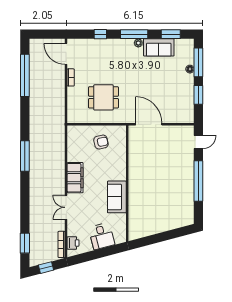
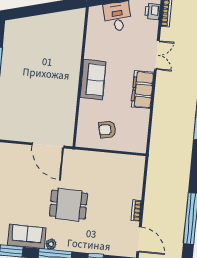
dining table: (103, 97) -> (69, 205), moved
sofa: (117, 197) -> (93, 80), moved

